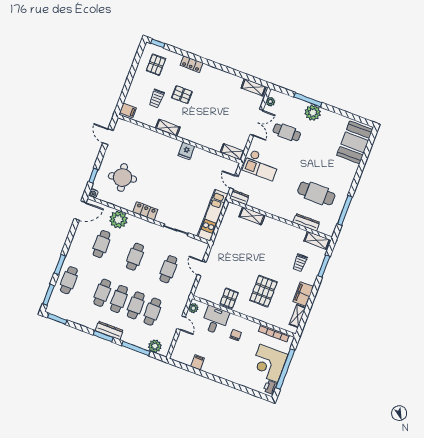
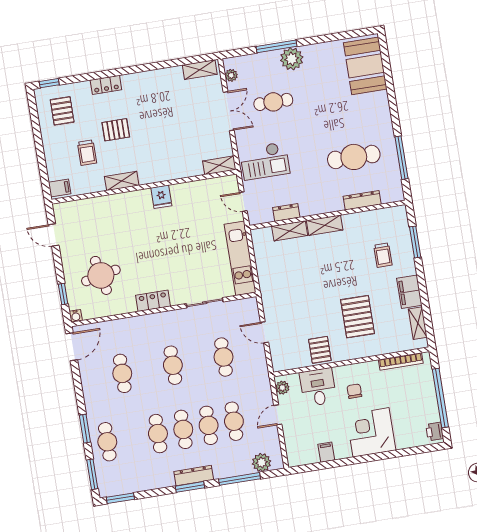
dresser: (239, 197) -> (286, 212), moved
plant: (118, 220) -> (126, 331), removed
shelving: (317, 240) -> (325, 225), moved
door: (181, 323) -> (278, 415), swing flipped
corner desk: (269, 363) -> (371, 432), moved, turned 90

